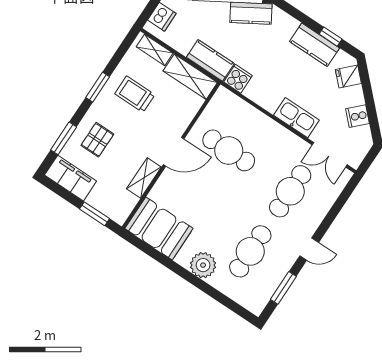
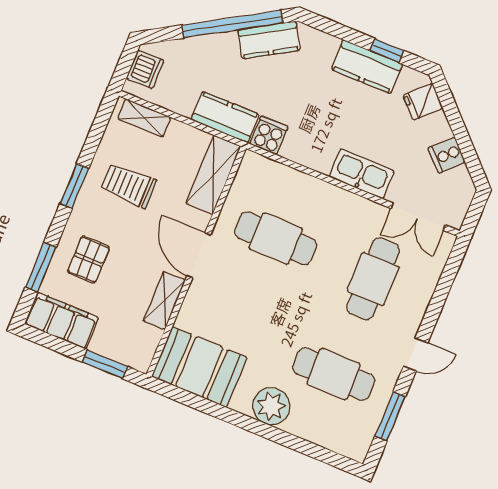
shelving: (190, 77) -> (213, 175), moved, turned 90
door: (174, 152) -> (199, 255), swing flipped
cafe table: (250, 251) -> (334, 374), turned 90

